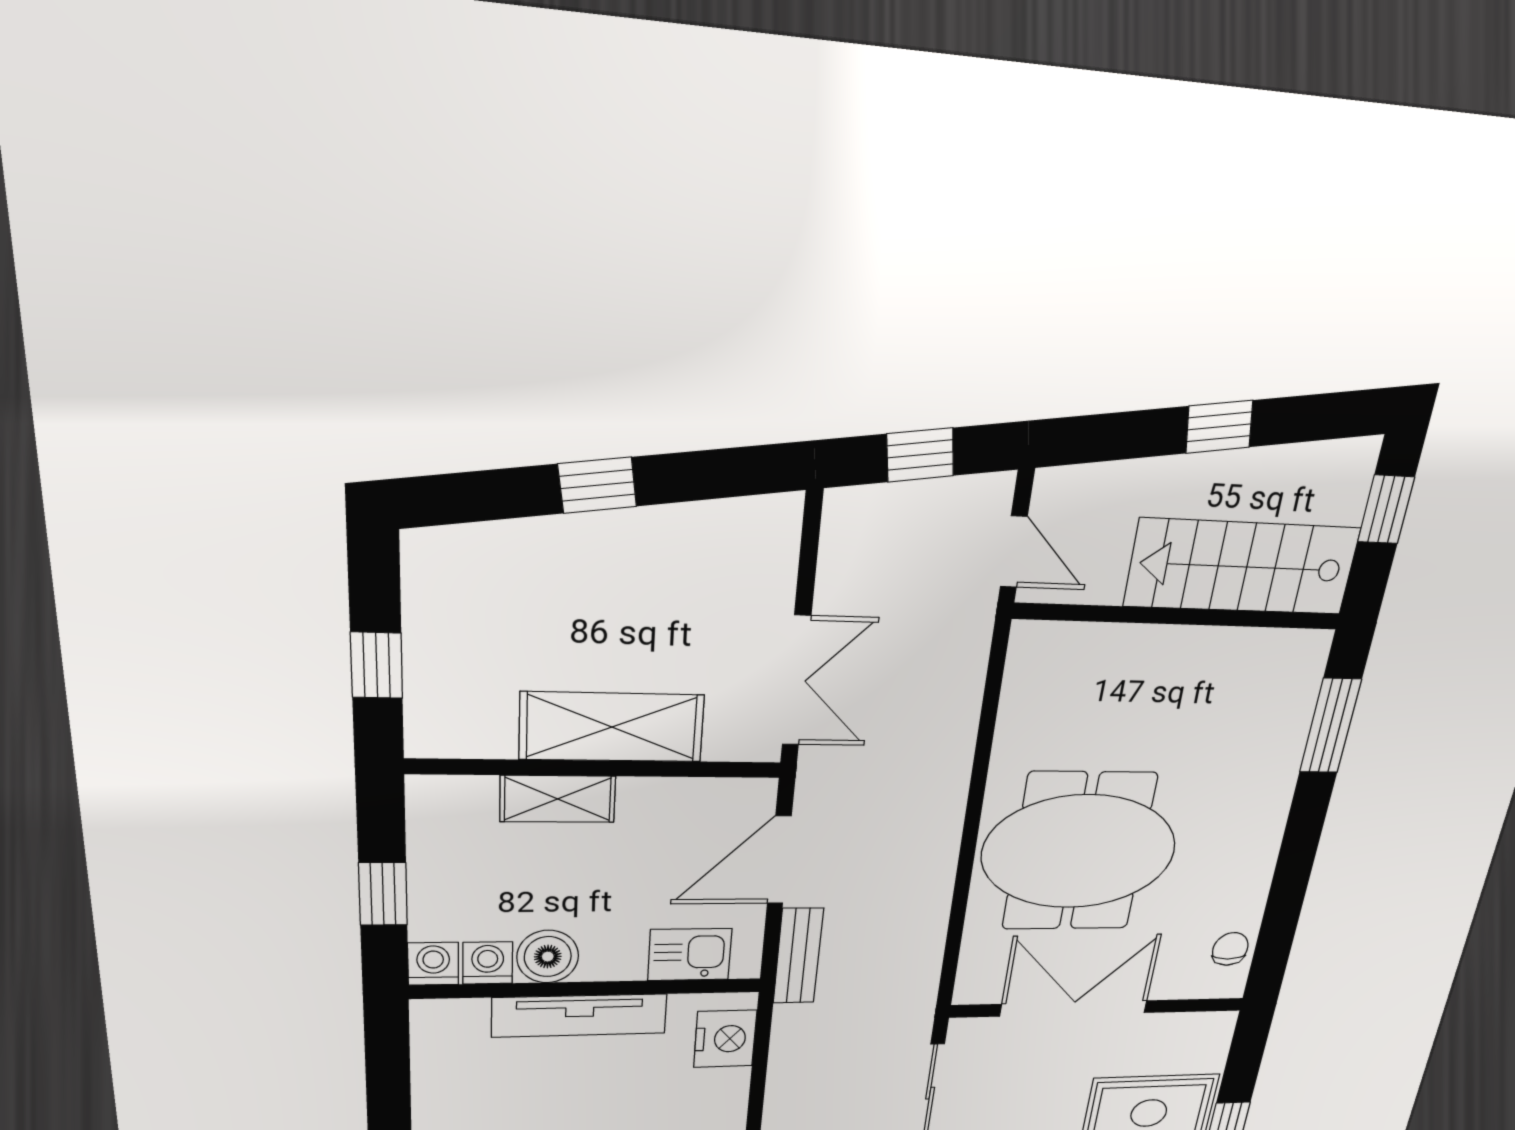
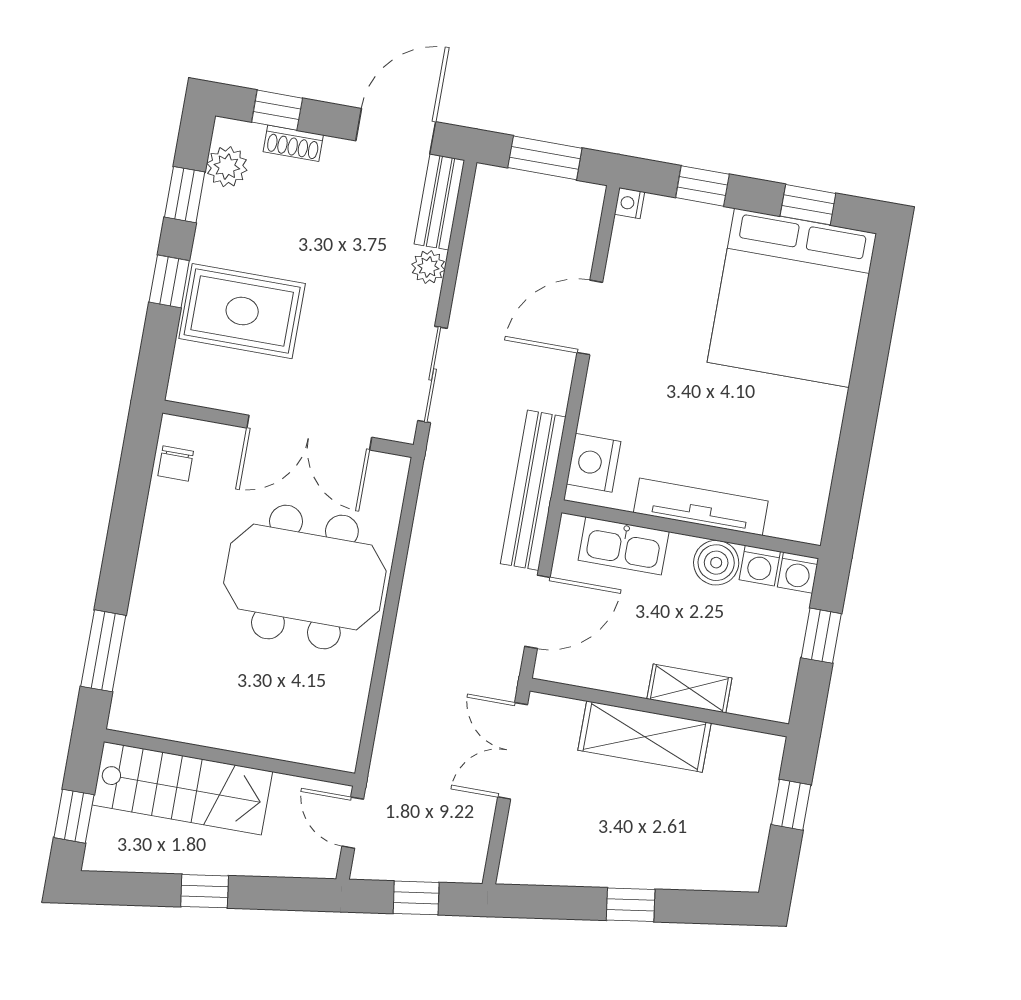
kitchen sink: (690, 955) -> (624, 546), width x1.38
bench: (798, 956) -> (533, 490), width x1.86, depth x1.21

